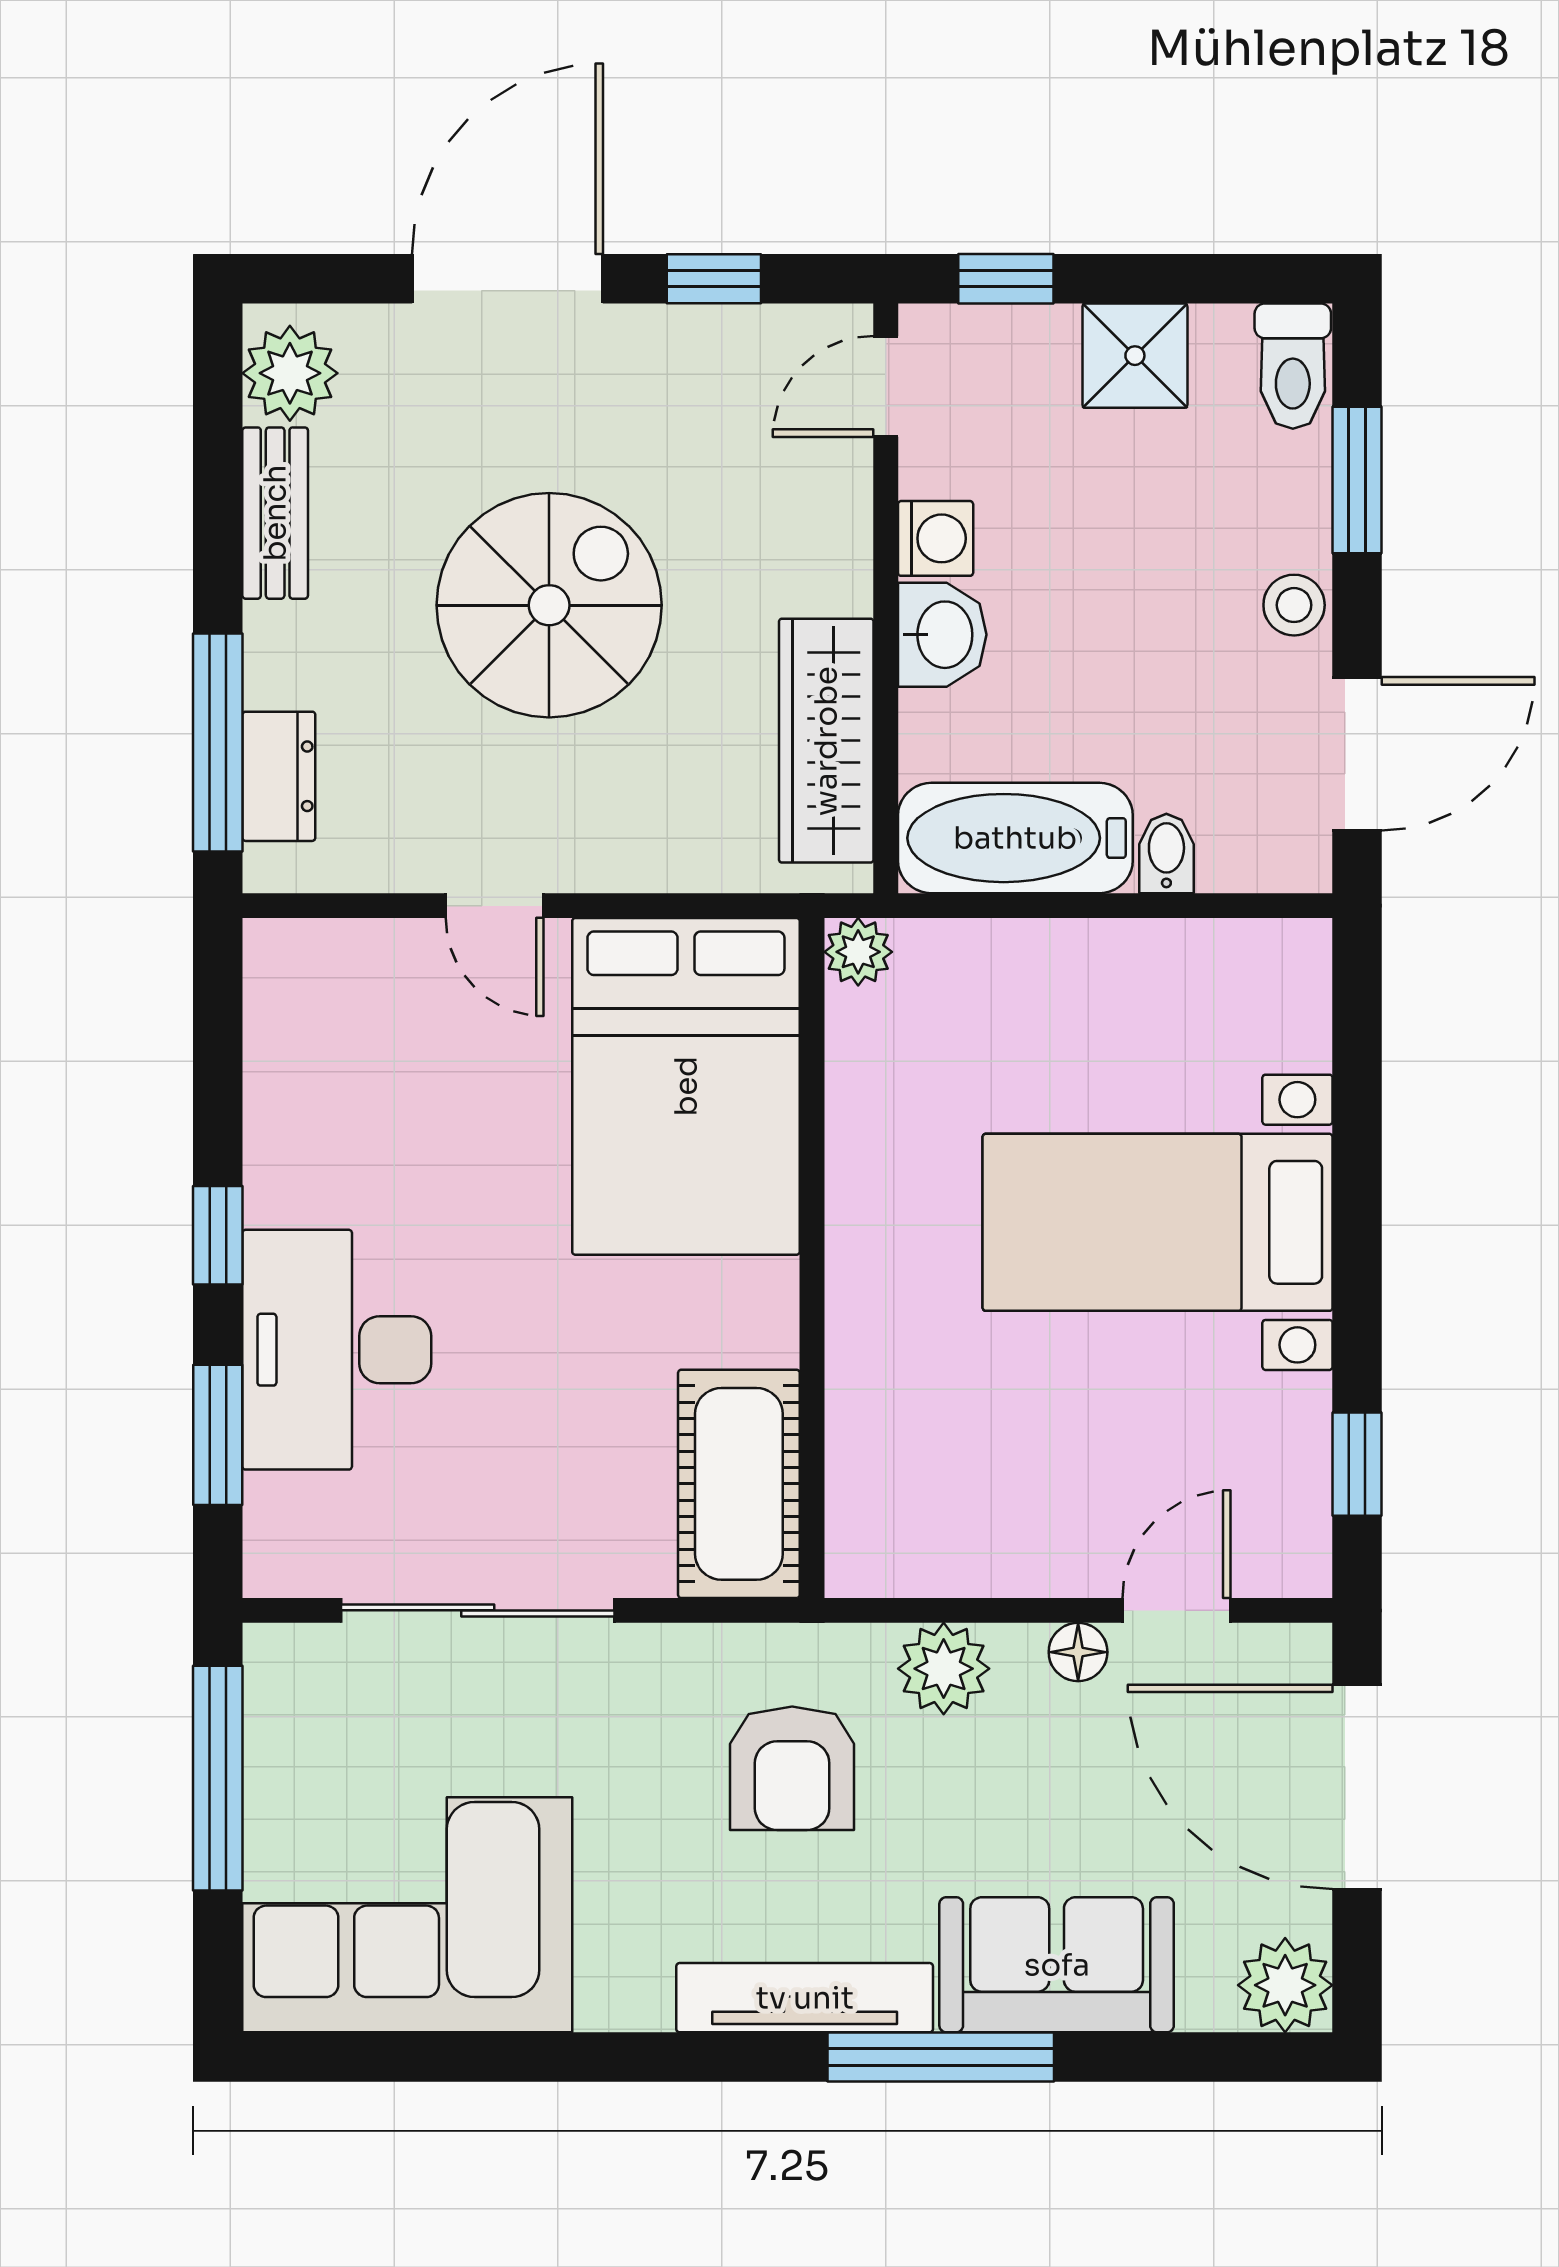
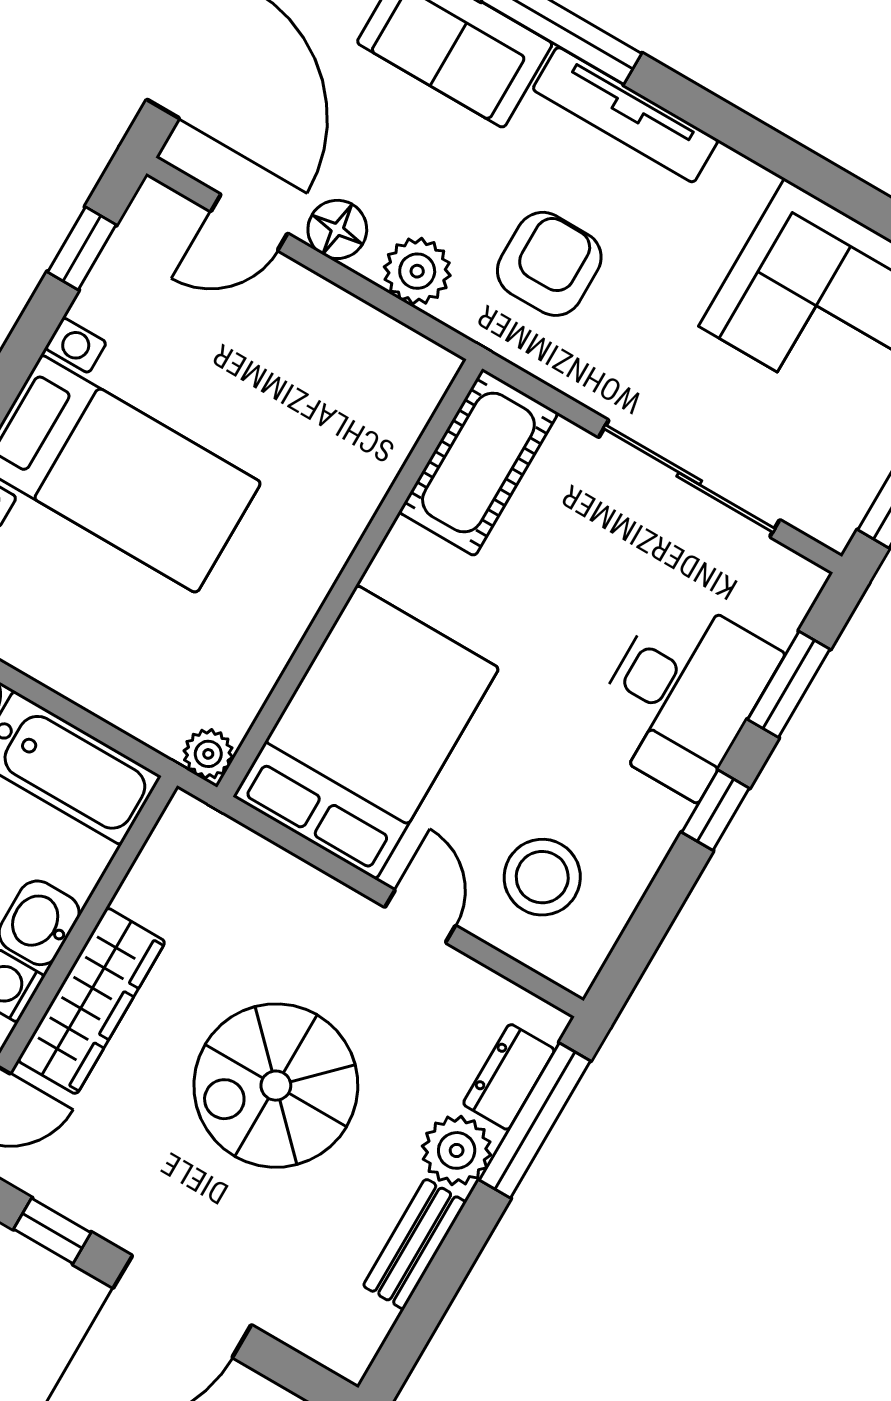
plant: (290, 373) -> (457, 1150), moved
wardrobe: (826, 741) -> (91, 1001), moved
stool: (377, 1036) -> (542, 877), added
floor lamp: (1078, 1652) -> (337, 229), width x1.37, depth x1.37

